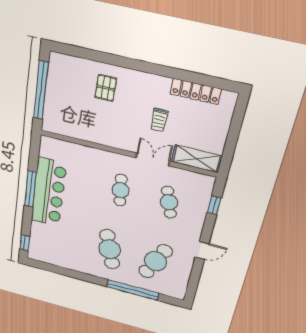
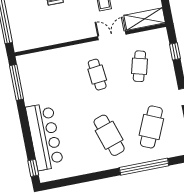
window: (30, 189) -> (16, 82), moved
bar counter: (49, 192) -> (45, 137), moved
cafe table: (169, 202) -> (139, 66), turned 33

